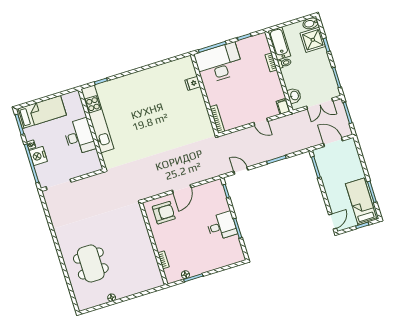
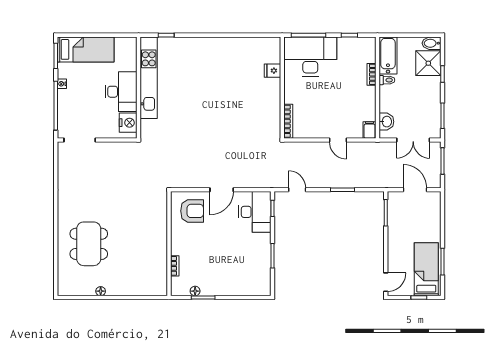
nightstand: (38, 156) -> (128, 123), moved, turned 180
desk: (222, 226) -> (255, 212), moved, width x1.37

